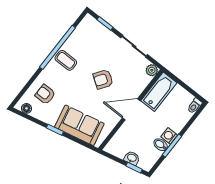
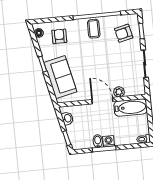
plant: (152, 70) -> (119, 92), moved
armchair: (103, 79) -> (124, 33), moved, turned -47
washbasin: (132, 158) -> (67, 118), moved

